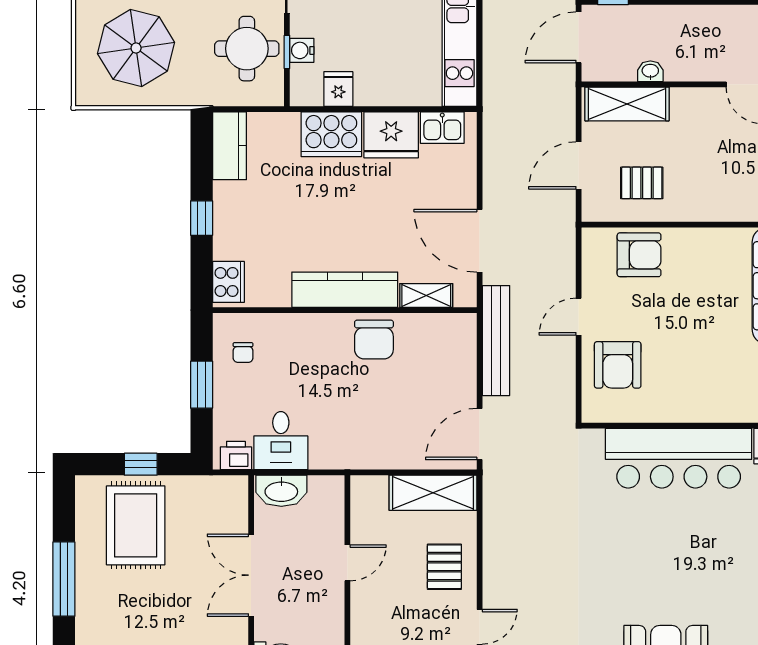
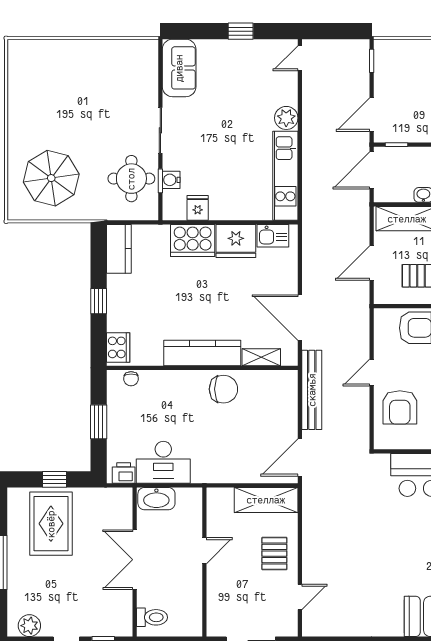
chair: (374, 340) -> (223, 389), turned -90
chair: (243, 353) -> (131, 379), moved
desk: (281, 441) -> (163, 462), width x1.37

